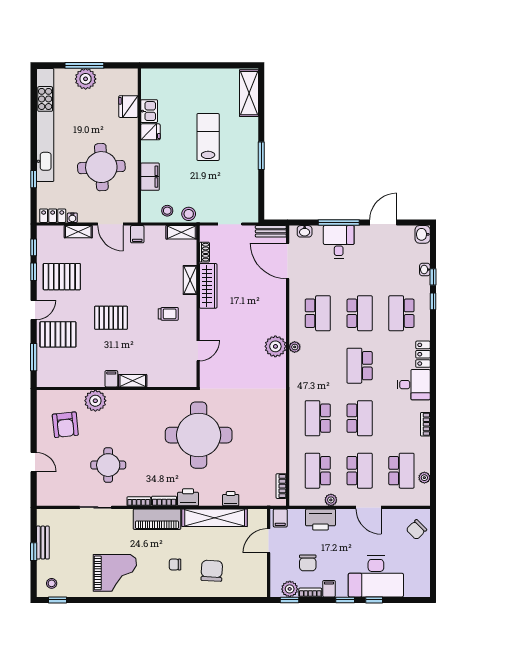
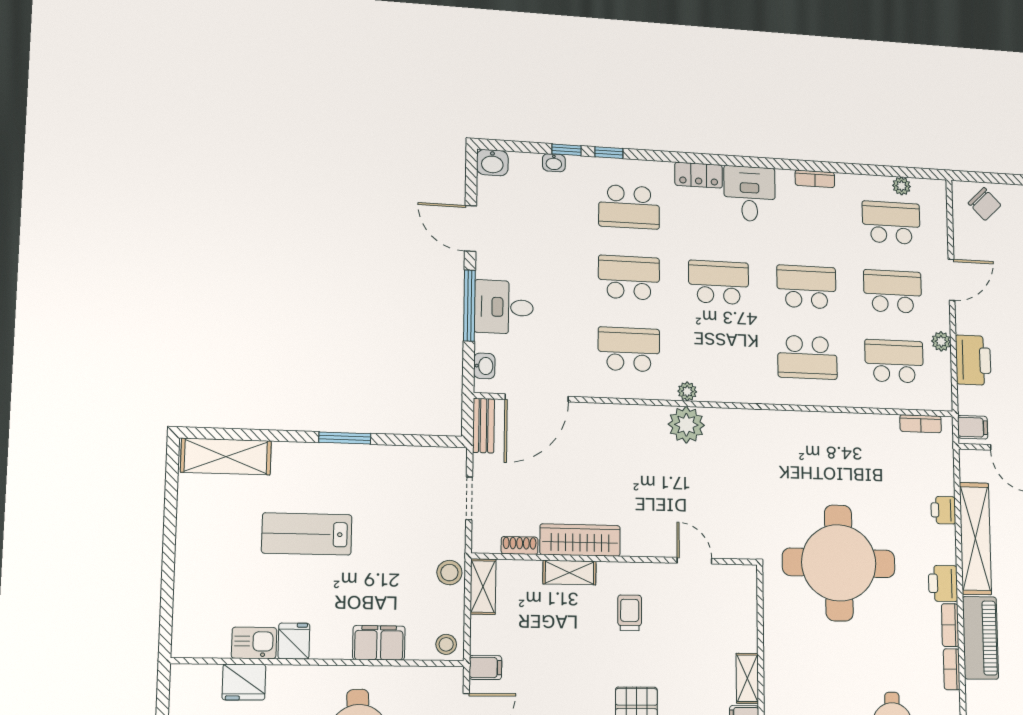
stool: (167, 211) -> (446, 644), moved
school desk: (360, 366) -> (719, 282), turned 180
school desk: (318, 471) -> (894, 361), turned 180

